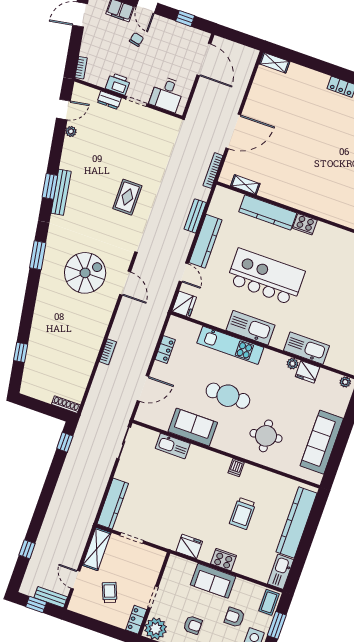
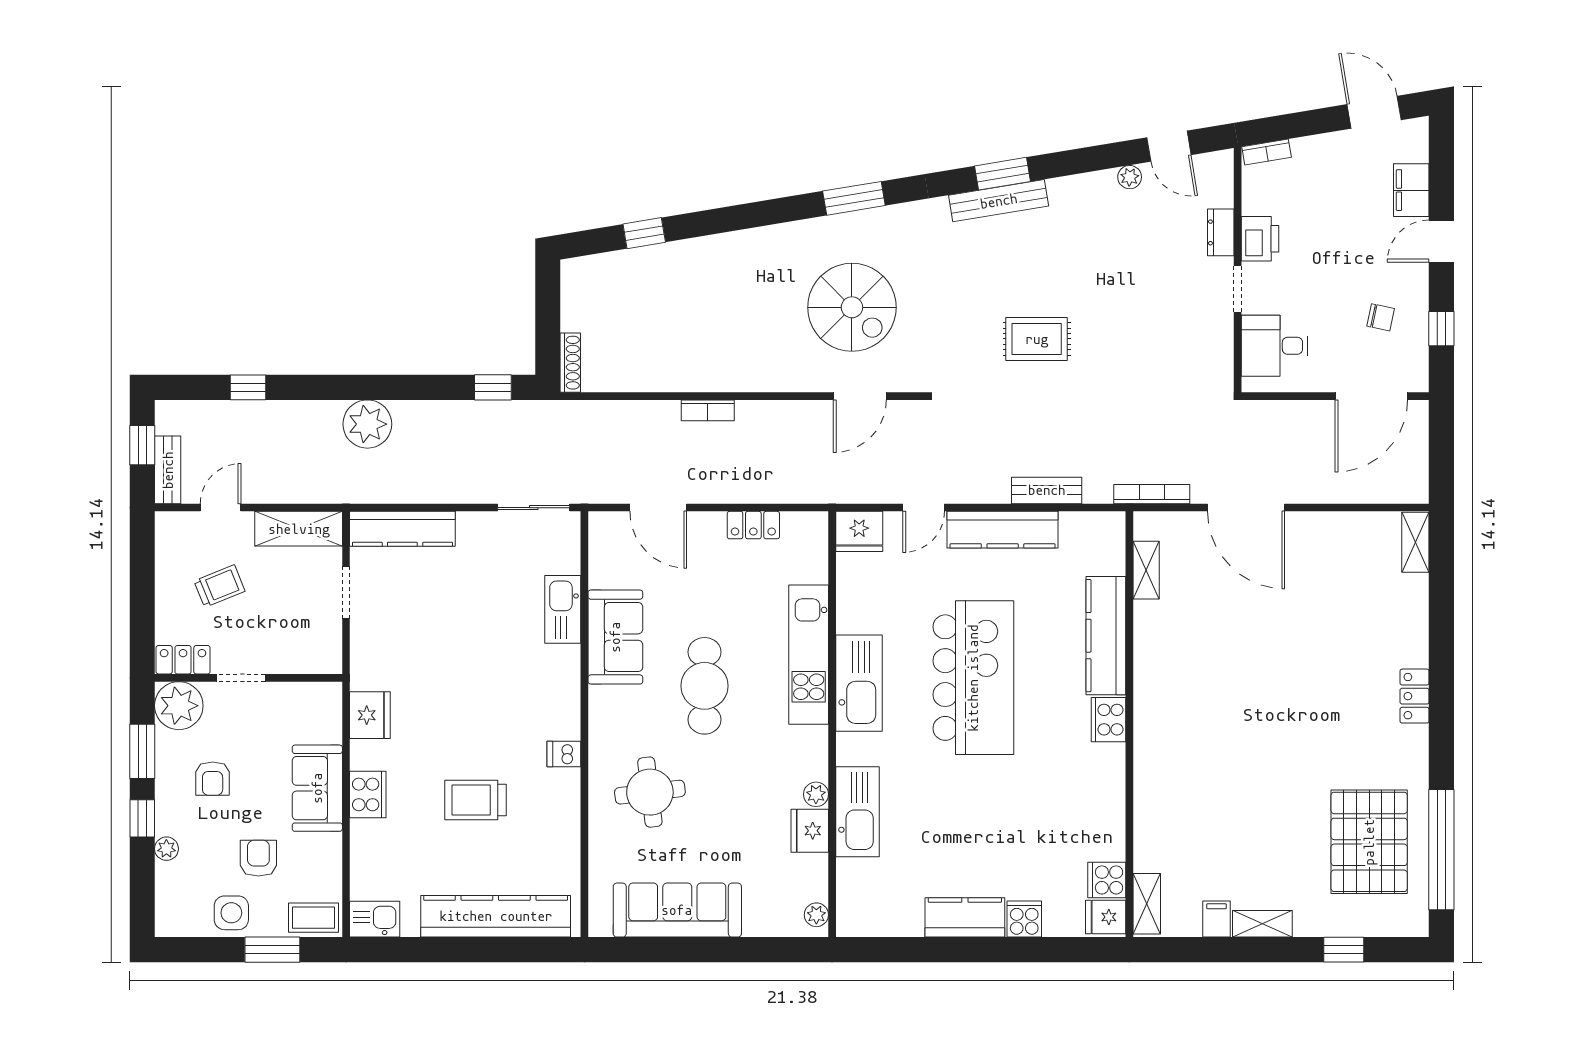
chair: (136, 39) -> (1381, 317), moved
plant: (61, 503) -> (367, 424), added
kitchen sink: (281, 572) -> (375, 919), width x0.73

